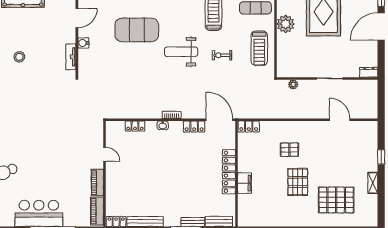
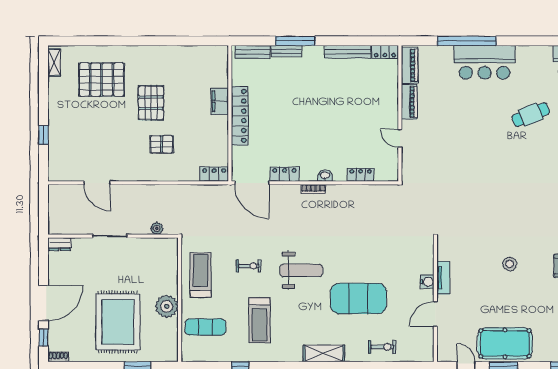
tv unit: (71, 57) -> (443, 278), moved
shelving: (373, 183) -> (54, 63), moved

